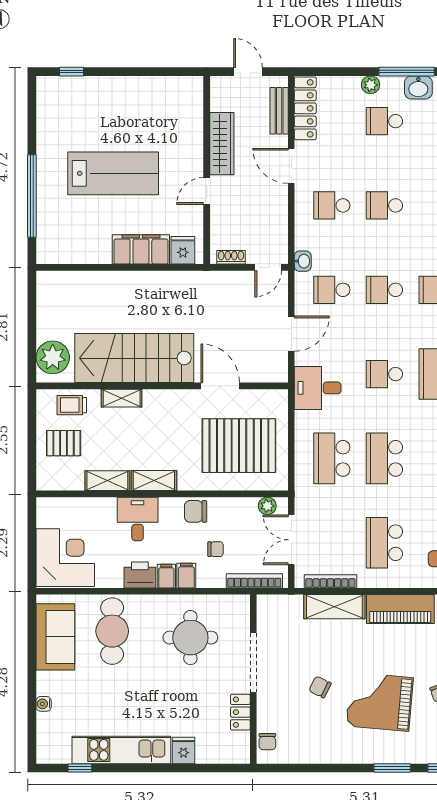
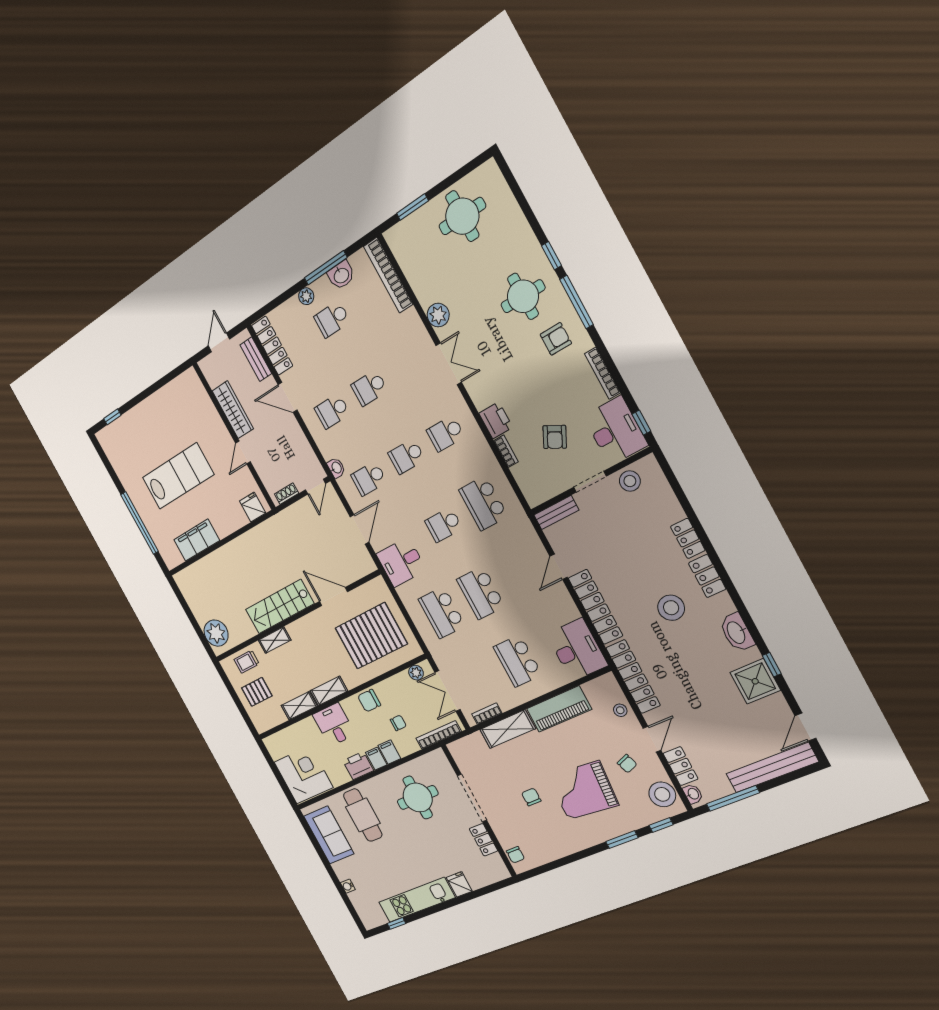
door: (248, 72) -> (219, 342), hinge flipped
filing cabinet: (141, 249) -> (197, 540), moved
stairs: (134, 358) -> (280, 607), width x0.73, depth x0.66
bookcase: (330, 581) -> (487, 714), width x0.64
chair: (320, 687) -> (531, 797), turned 64

